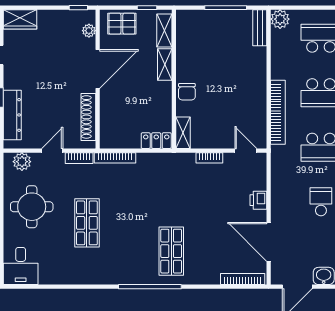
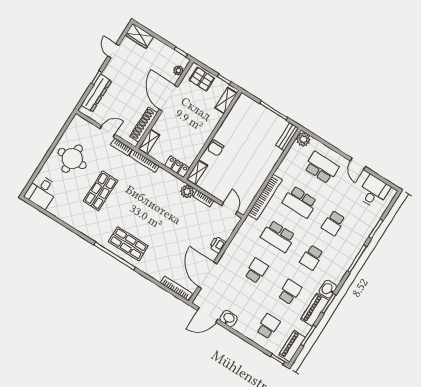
shelving: (165, 64) -> (149, 142), moved
door: (98, 69) -> (169, 98), swing flipped
plant: (22, 162) -> (187, 192), moved
shop shelf: (171, 251) -> (128, 244), moved, turned 90

